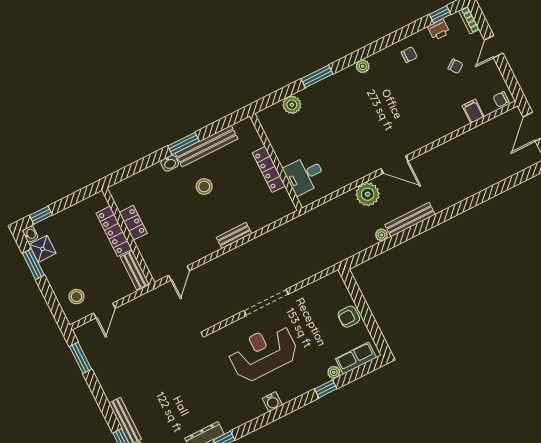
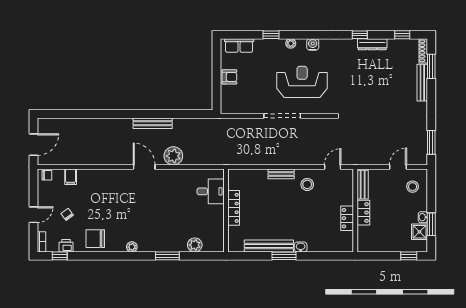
chair: (409, 55) -> (95, 239), width x1.87, depth x1.87
stool: (204, 187) -> (307, 184), moved
locker: (114, 231) -> (363, 213), width x0.66
washbasin: (30, 234) -> (423, 217), moved
plant: (381, 235) -> (178, 123), removed
reception desk: (263, 353) -> (302, 82), turned 180
plant: (334, 372) -> (291, 43), moved

